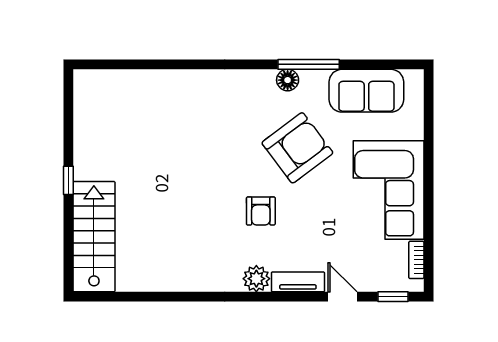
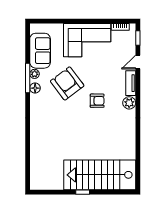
plant: (317, 79) -> (35, 74), added
stairs: (94, 237) -> (100, 175), width x1.36, depth x1.51

